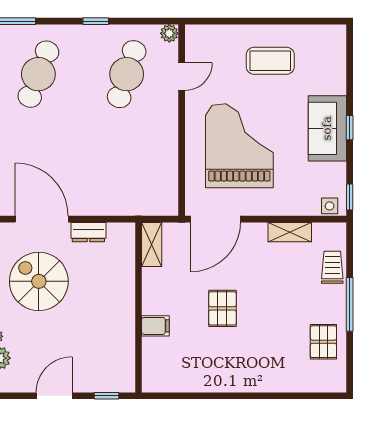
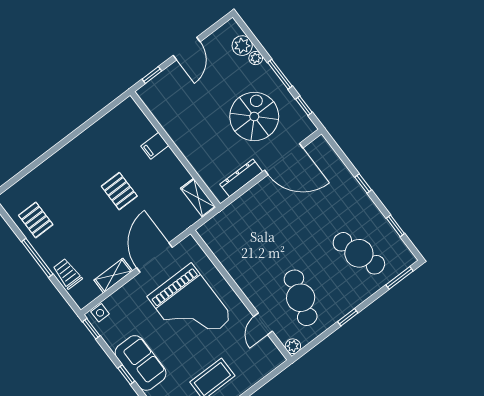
cafe table: (38, 74) -> (359, 253), turned -39
door: (216, 219) -> (154, 258), moved
dresser: (88, 232) -> (241, 178), width x1.44
trolley: (332, 267) -> (67, 274), turned 180
spiral stairs: (39, 281) -> (254, 116), turned -90

